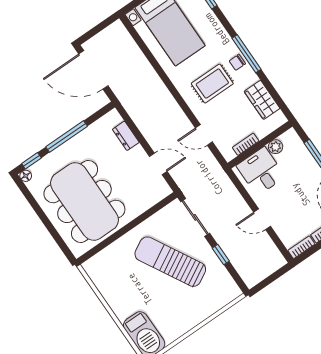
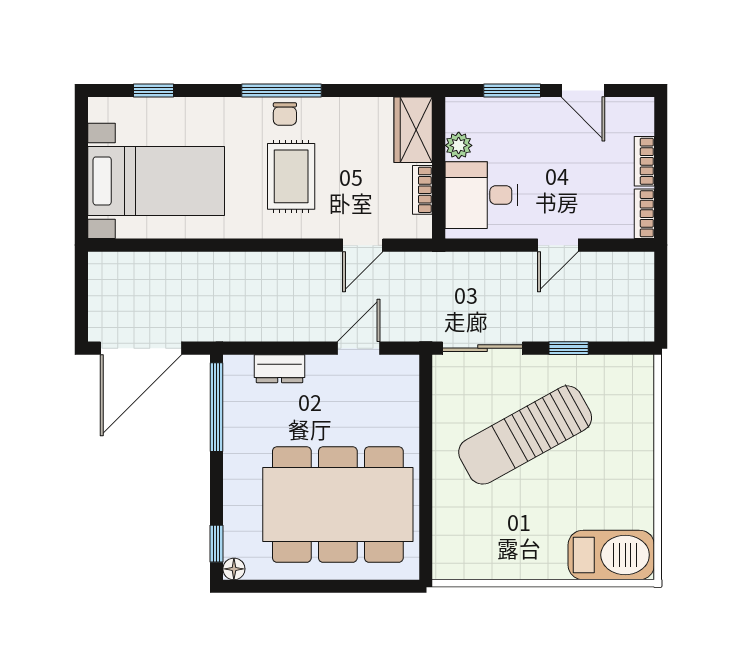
wardrobe: (262, 100) -> (413, 130), moved, turned 90
window: (67, 137) -> (217, 407), moved

